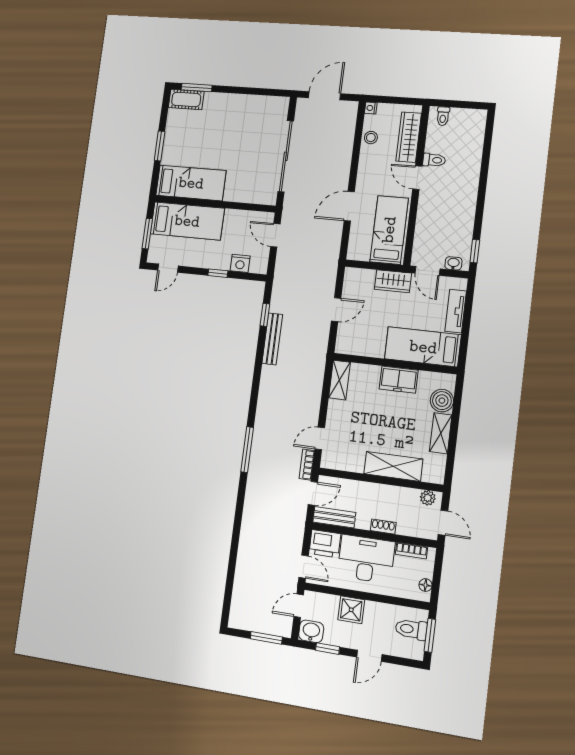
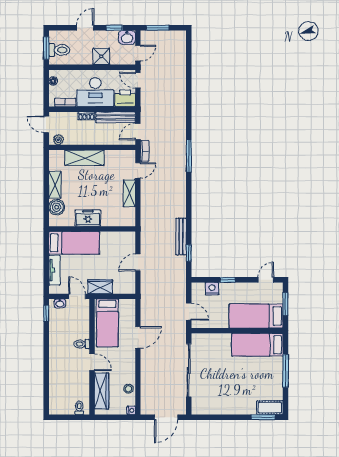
window: (160, 146) -> (285, 371), width x1.44
toilet: (434, 160) -> (82, 344), moved
shelving: (339, 380) -> (129, 193), moved
bench: (334, 517) -> (116, 117), width x1.36

